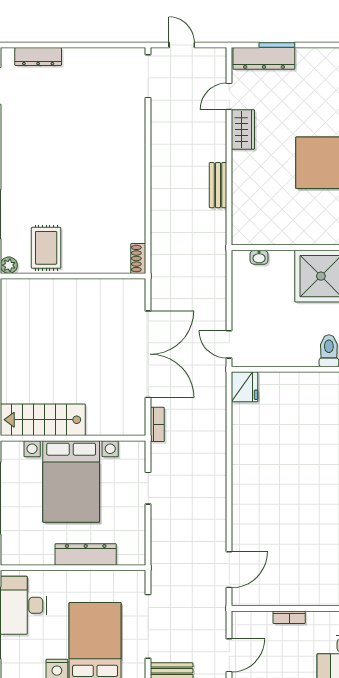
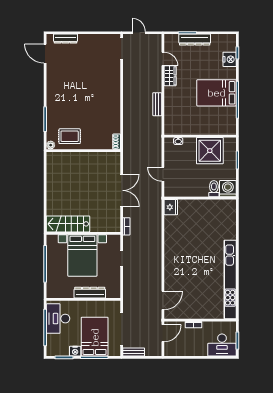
dresser: (264, 58) -> (195, 40), moved
door: (229, 96) -> (163, 59), swing flipped
rug: (46, 248) -> (70, 136), turned 90
door: (229, 344) -> (163, 174), moved
double door: (148, 354) -> (122, 190), width x0.73
door: (229, 655) -> (163, 333), moved

